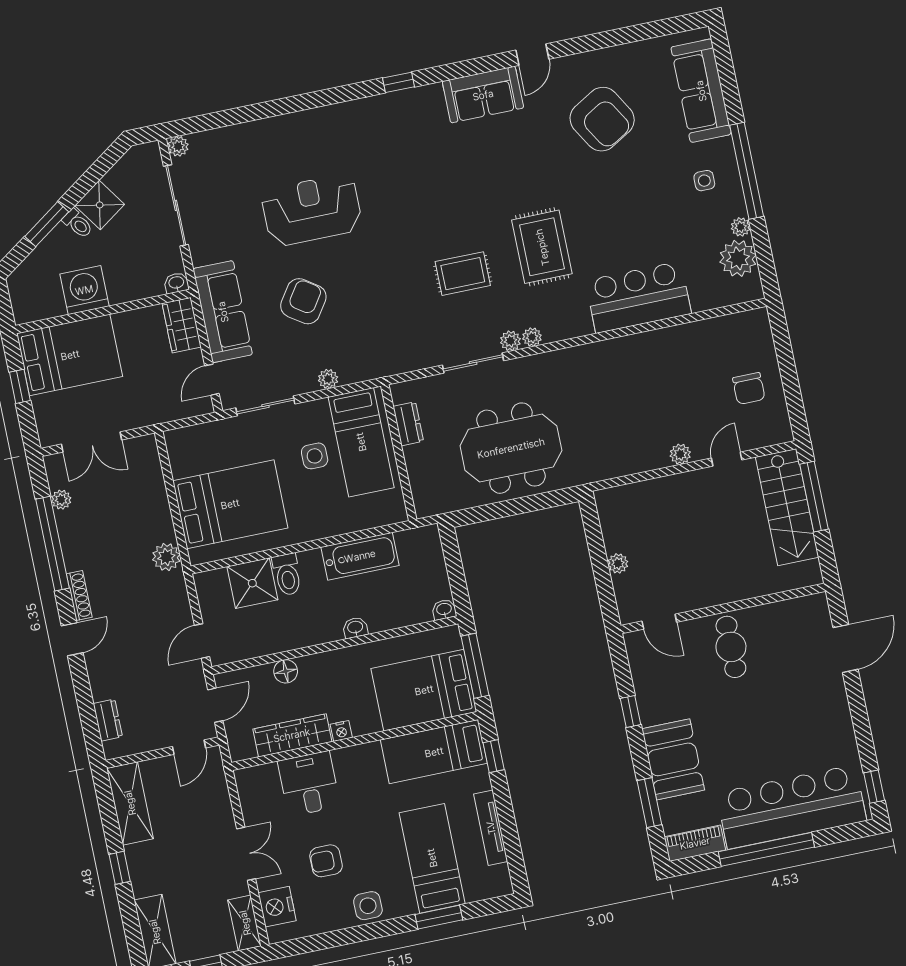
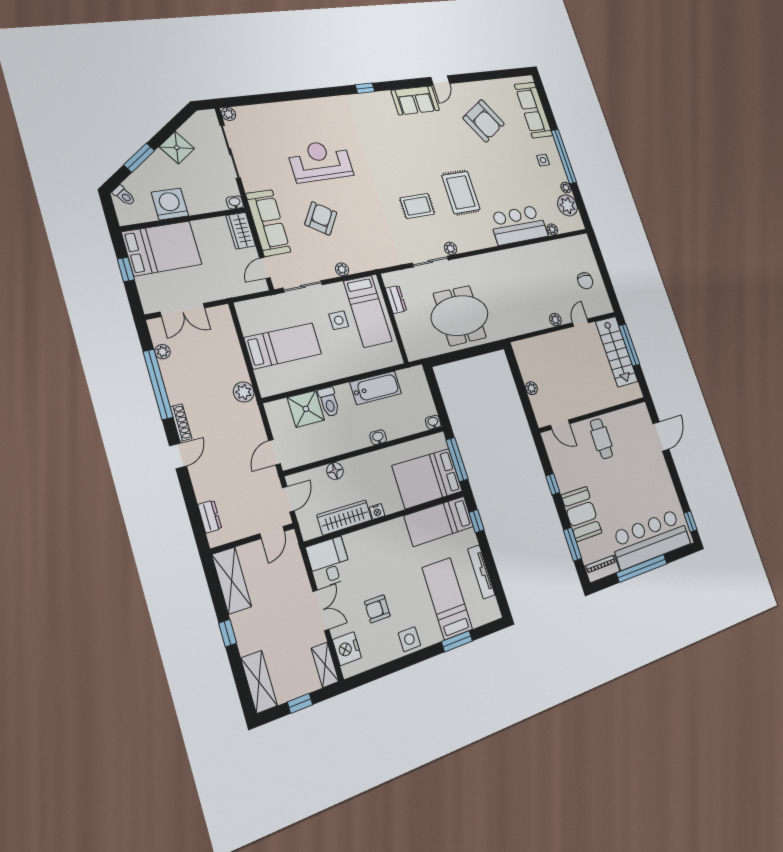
toilet: (78, 224) -> (124, 196), moved
plant: (532, 337) -> (552, 229), moved
bed: (230, 504) -> (283, 346), width x0.67
desk: (309, 784) -> (329, 562), moved

